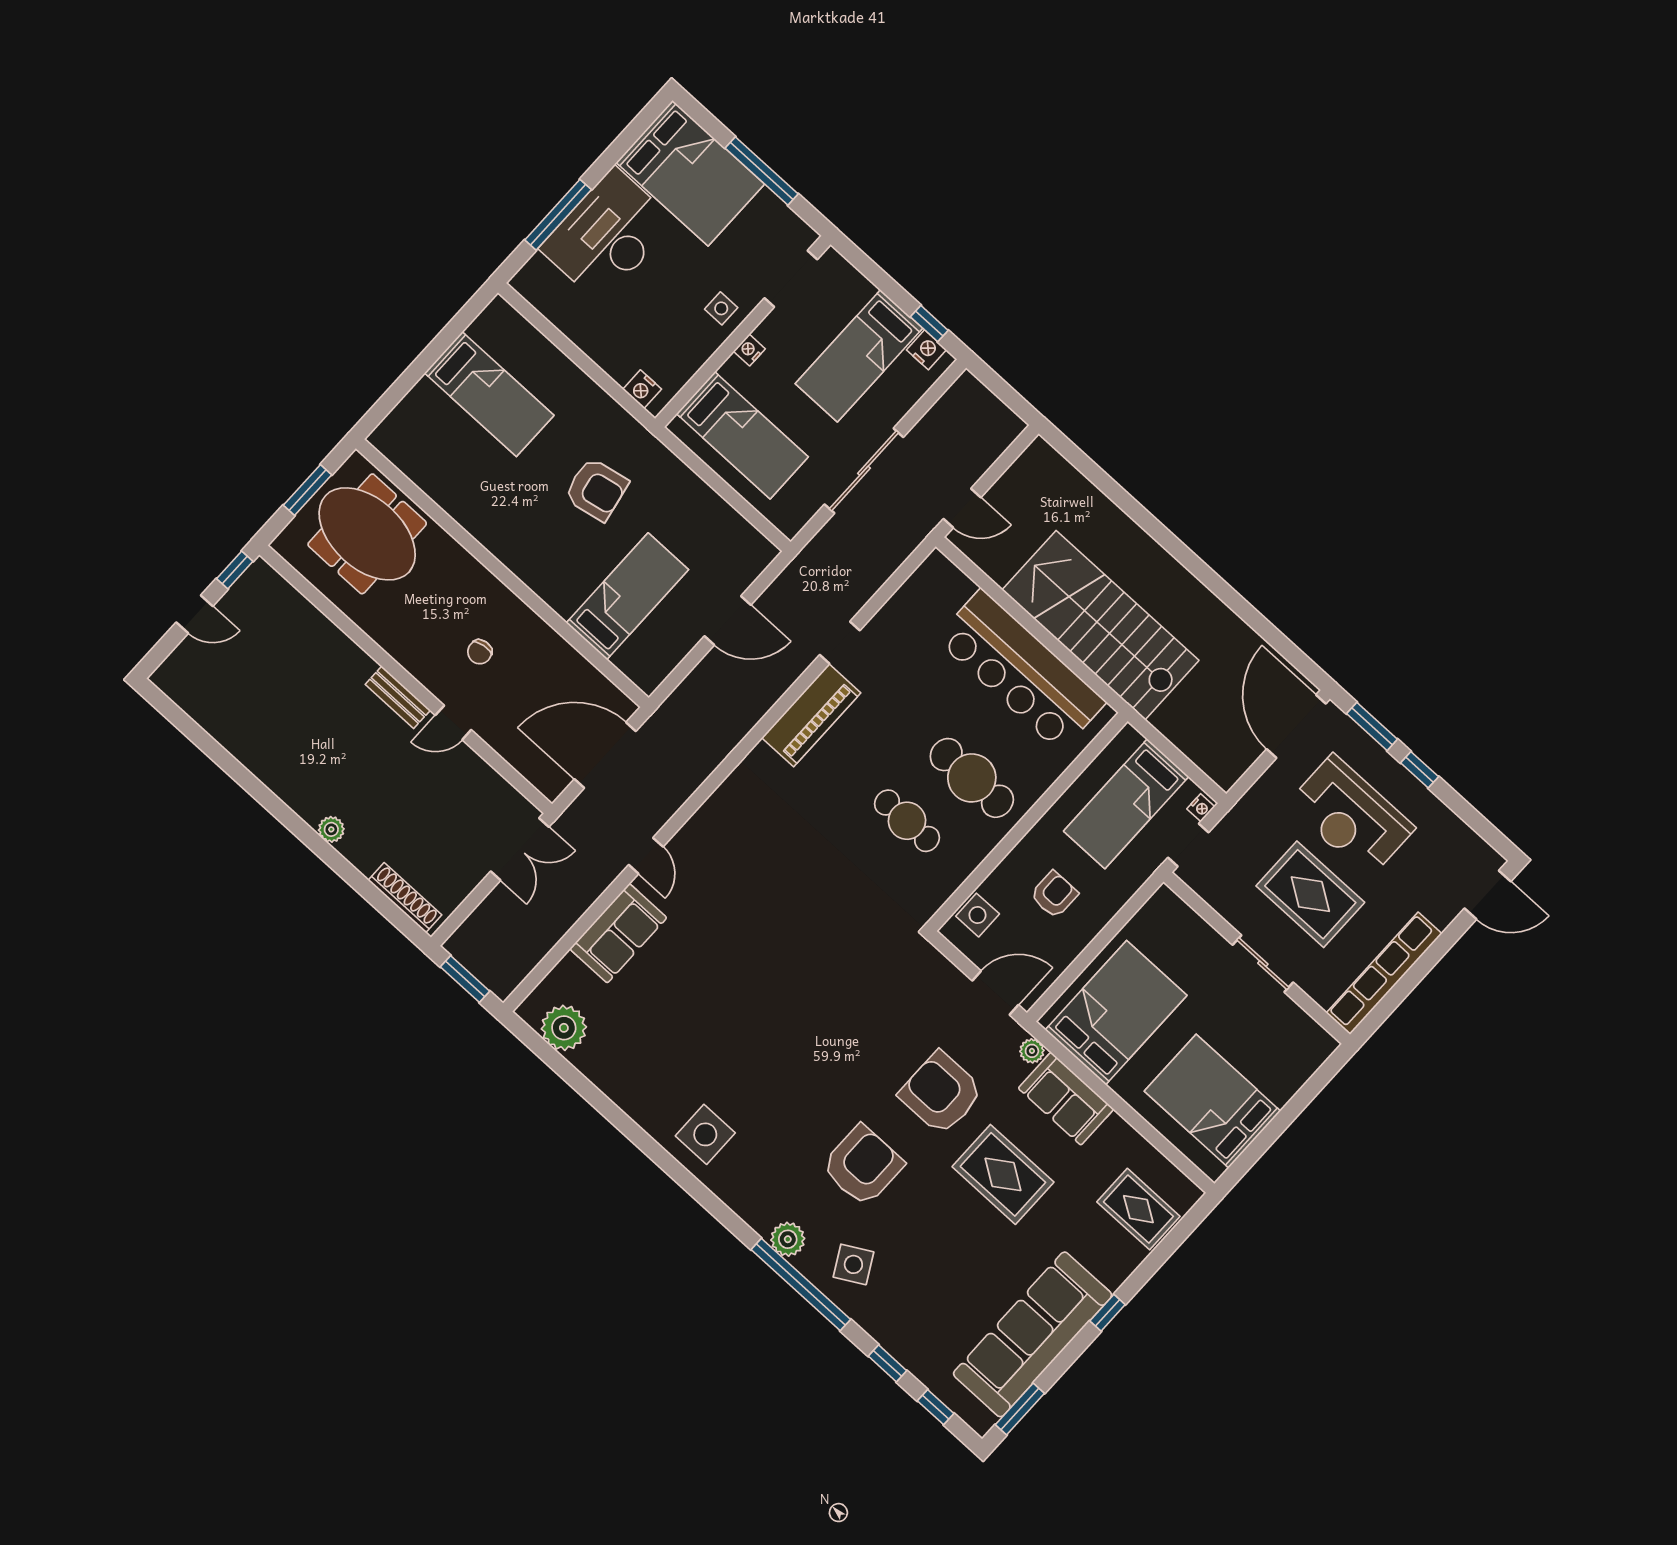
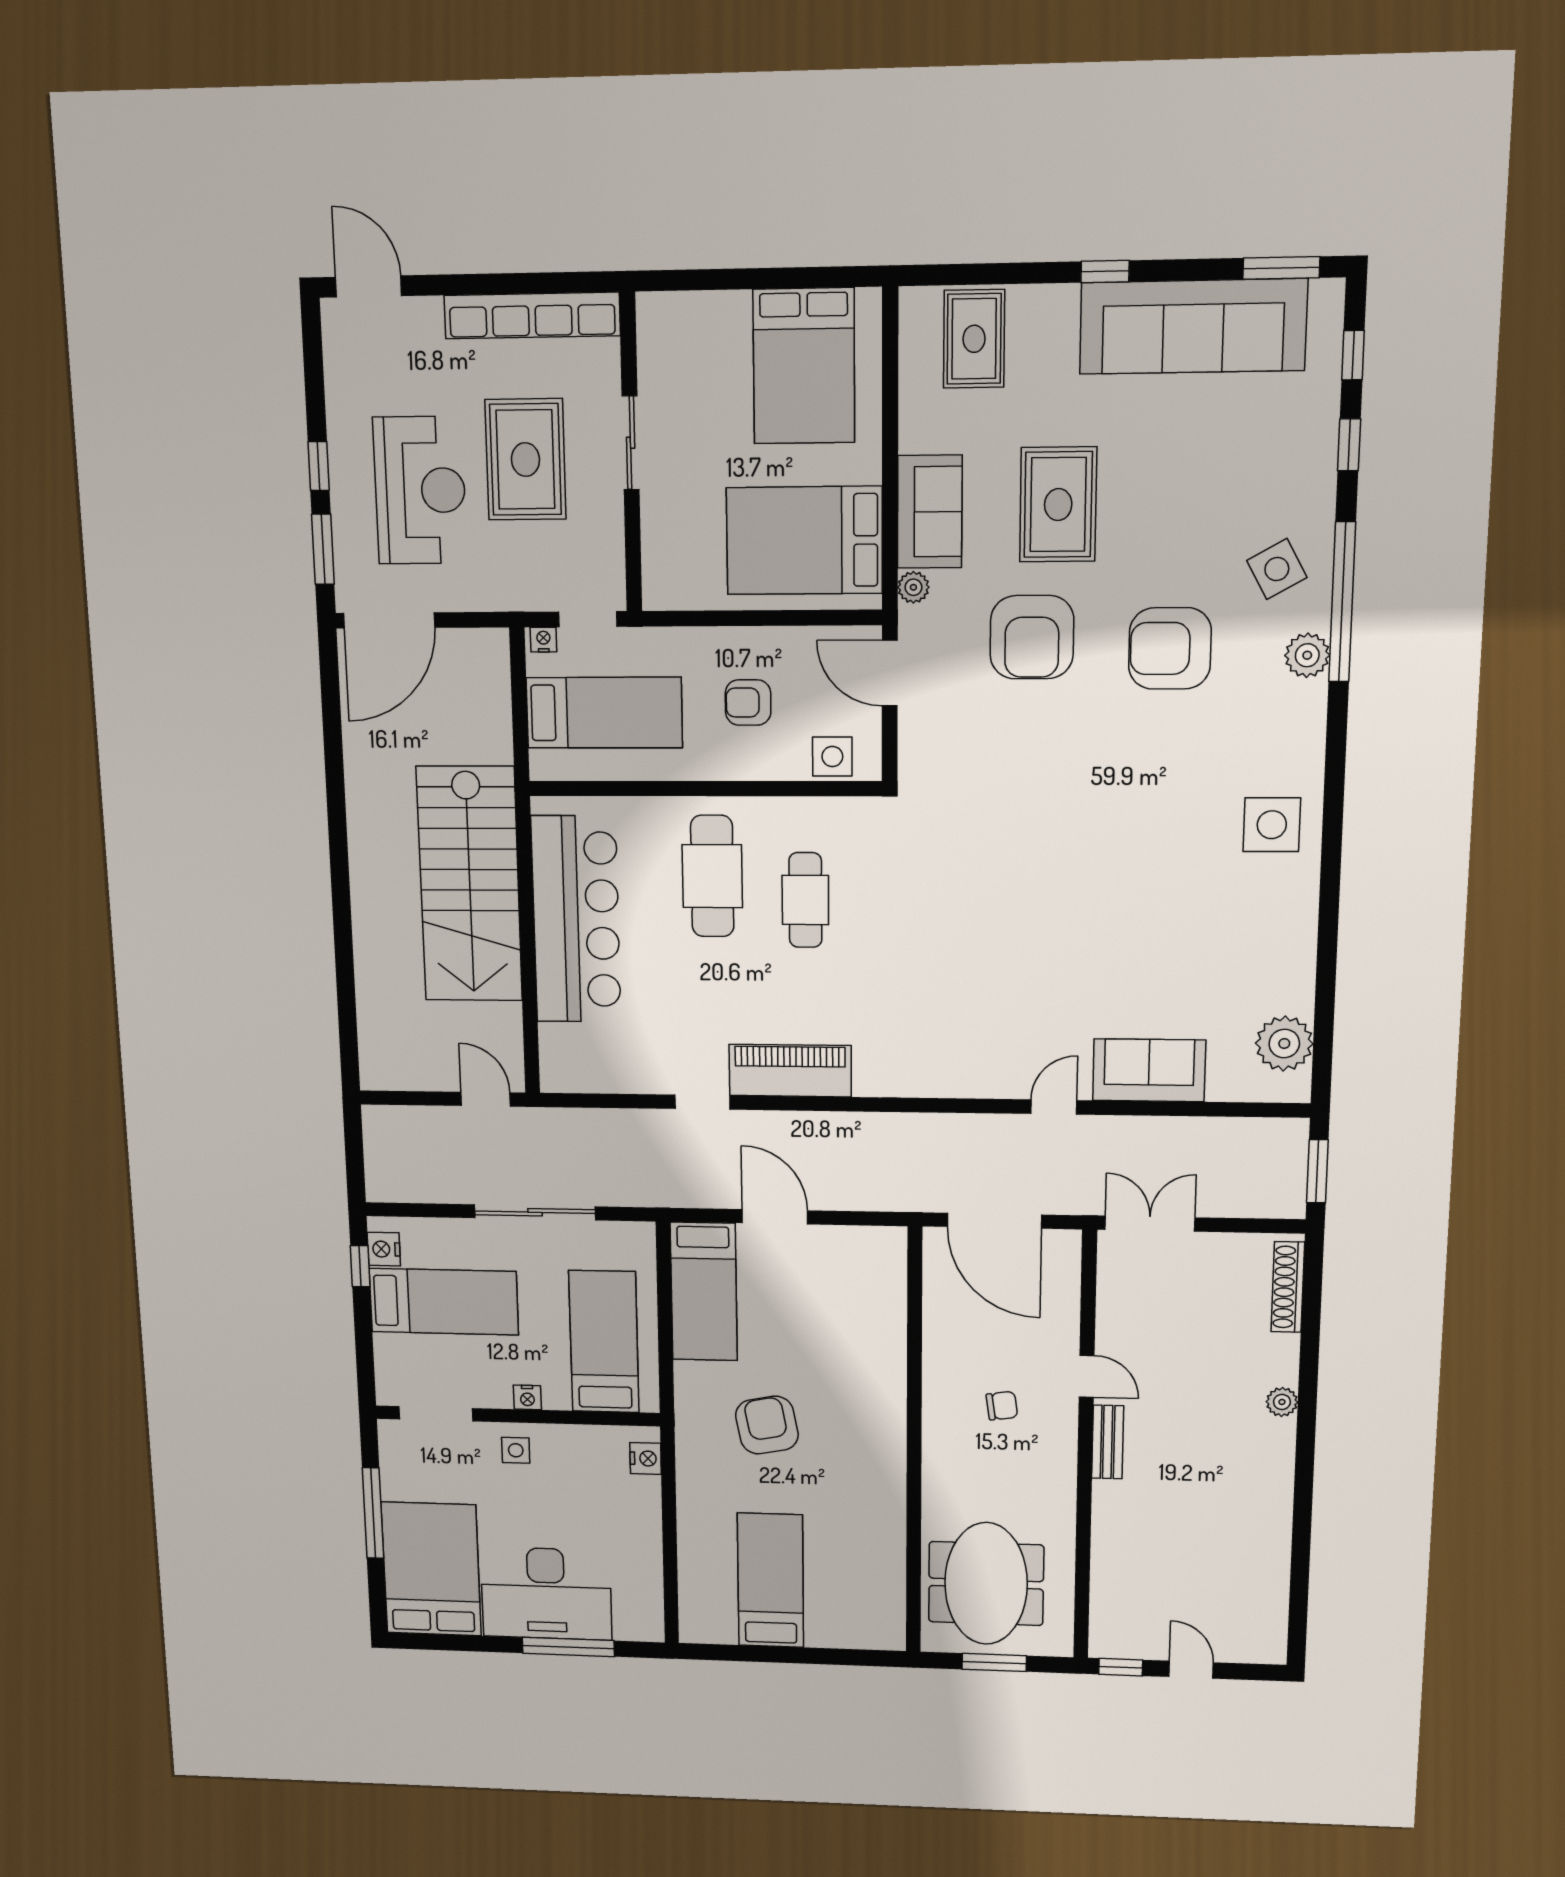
bed: (627, 596) -> (704, 1292), moved, turned -90

